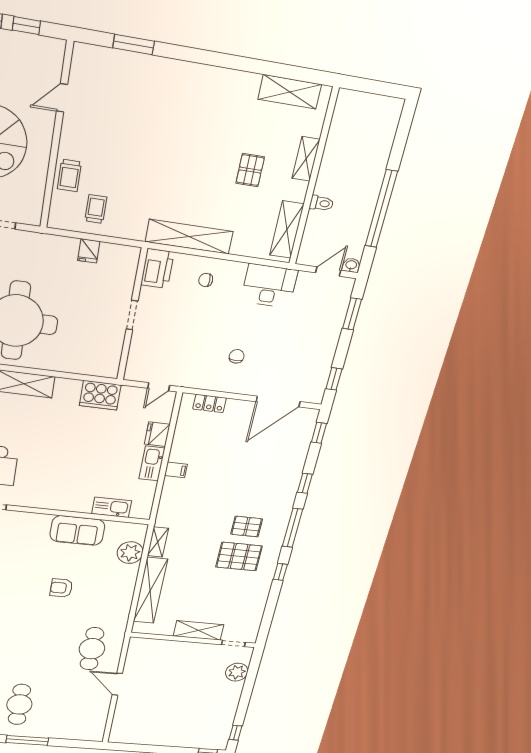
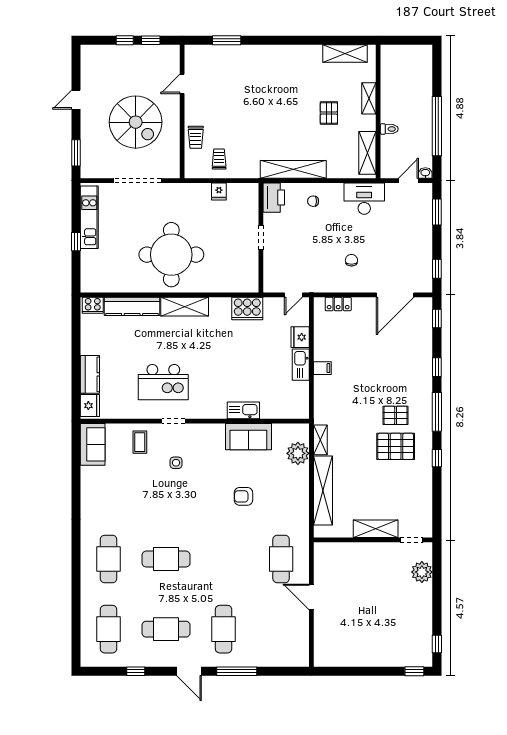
kitchen sink: (112, 507) -> (243, 410), moved

